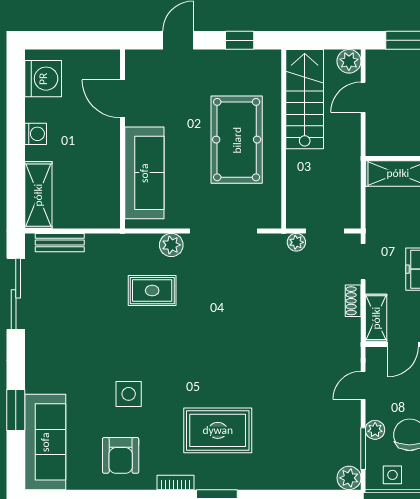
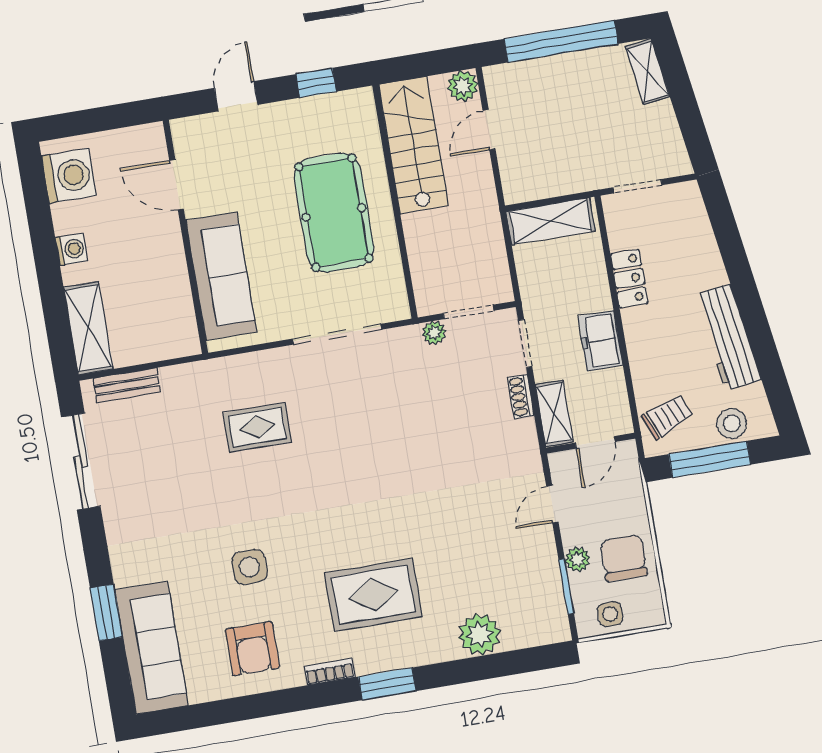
plant: (171, 245) -> (272, 364), removed
plant: (349, 478) -> (479, 634), moved, width x1.36, depth x1.36

